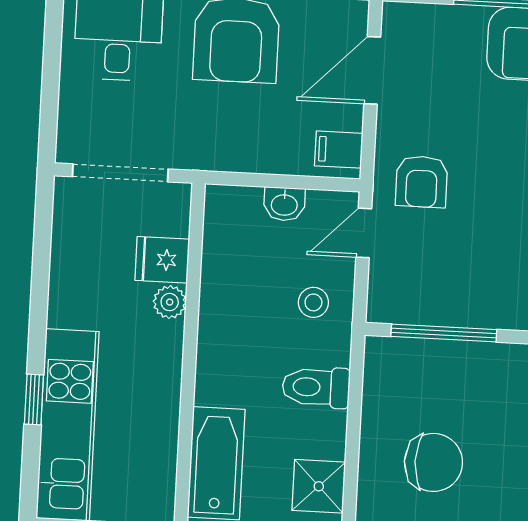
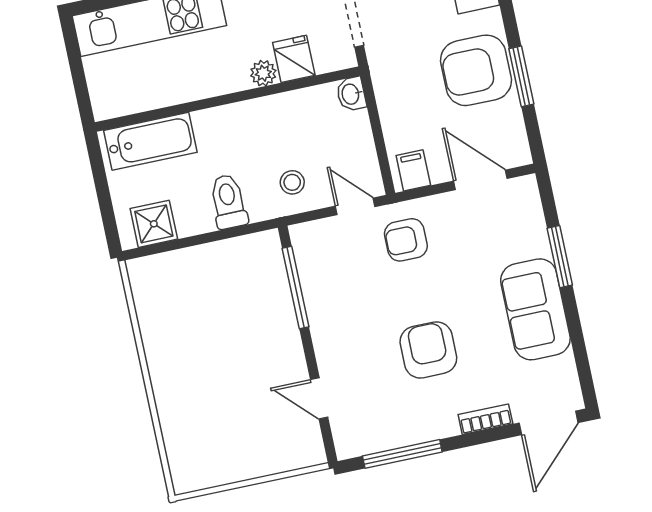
washbasin: (284, 204) -> (351, 94), moved
chair: (433, 462) -> (195, 306), removed

